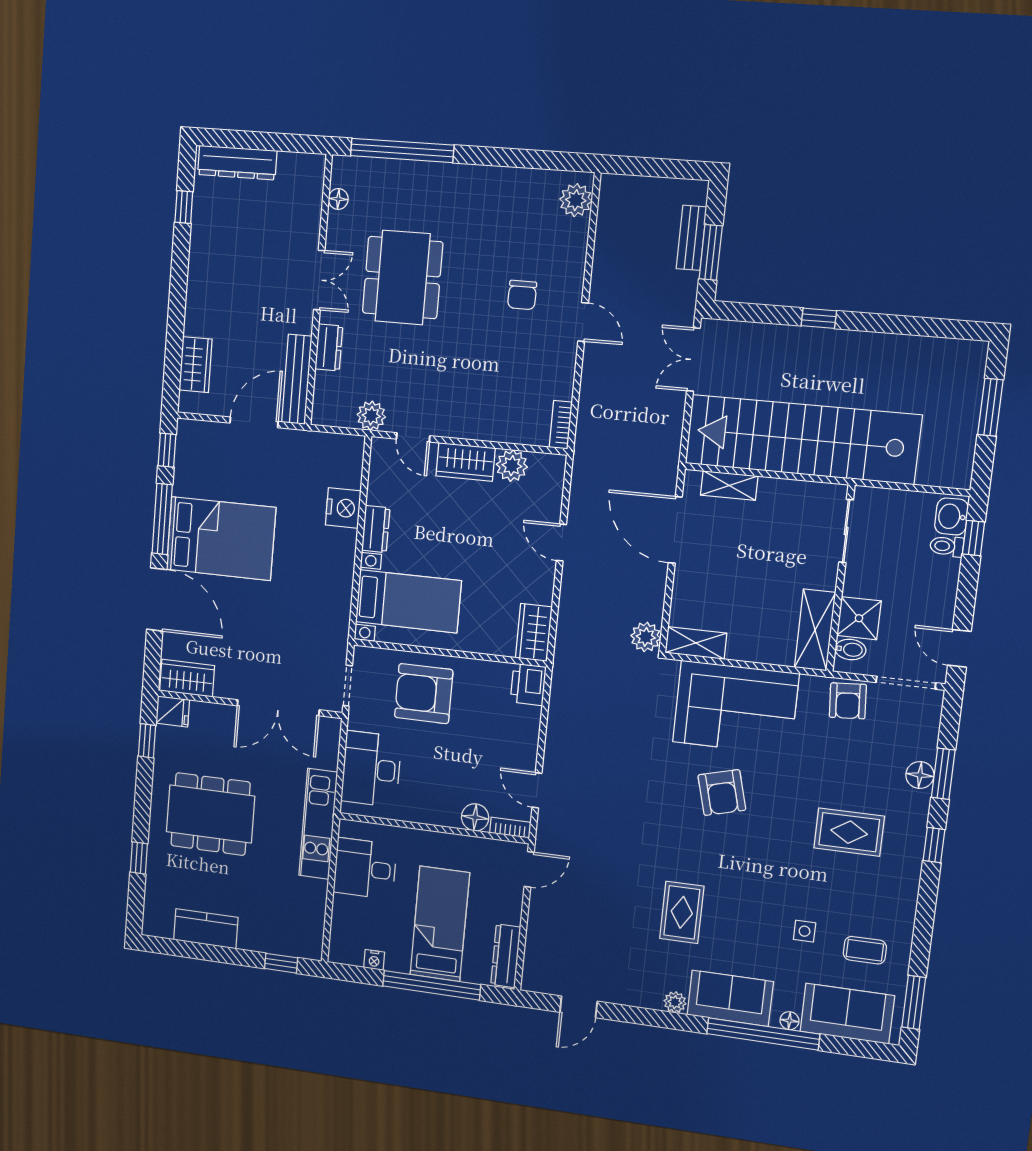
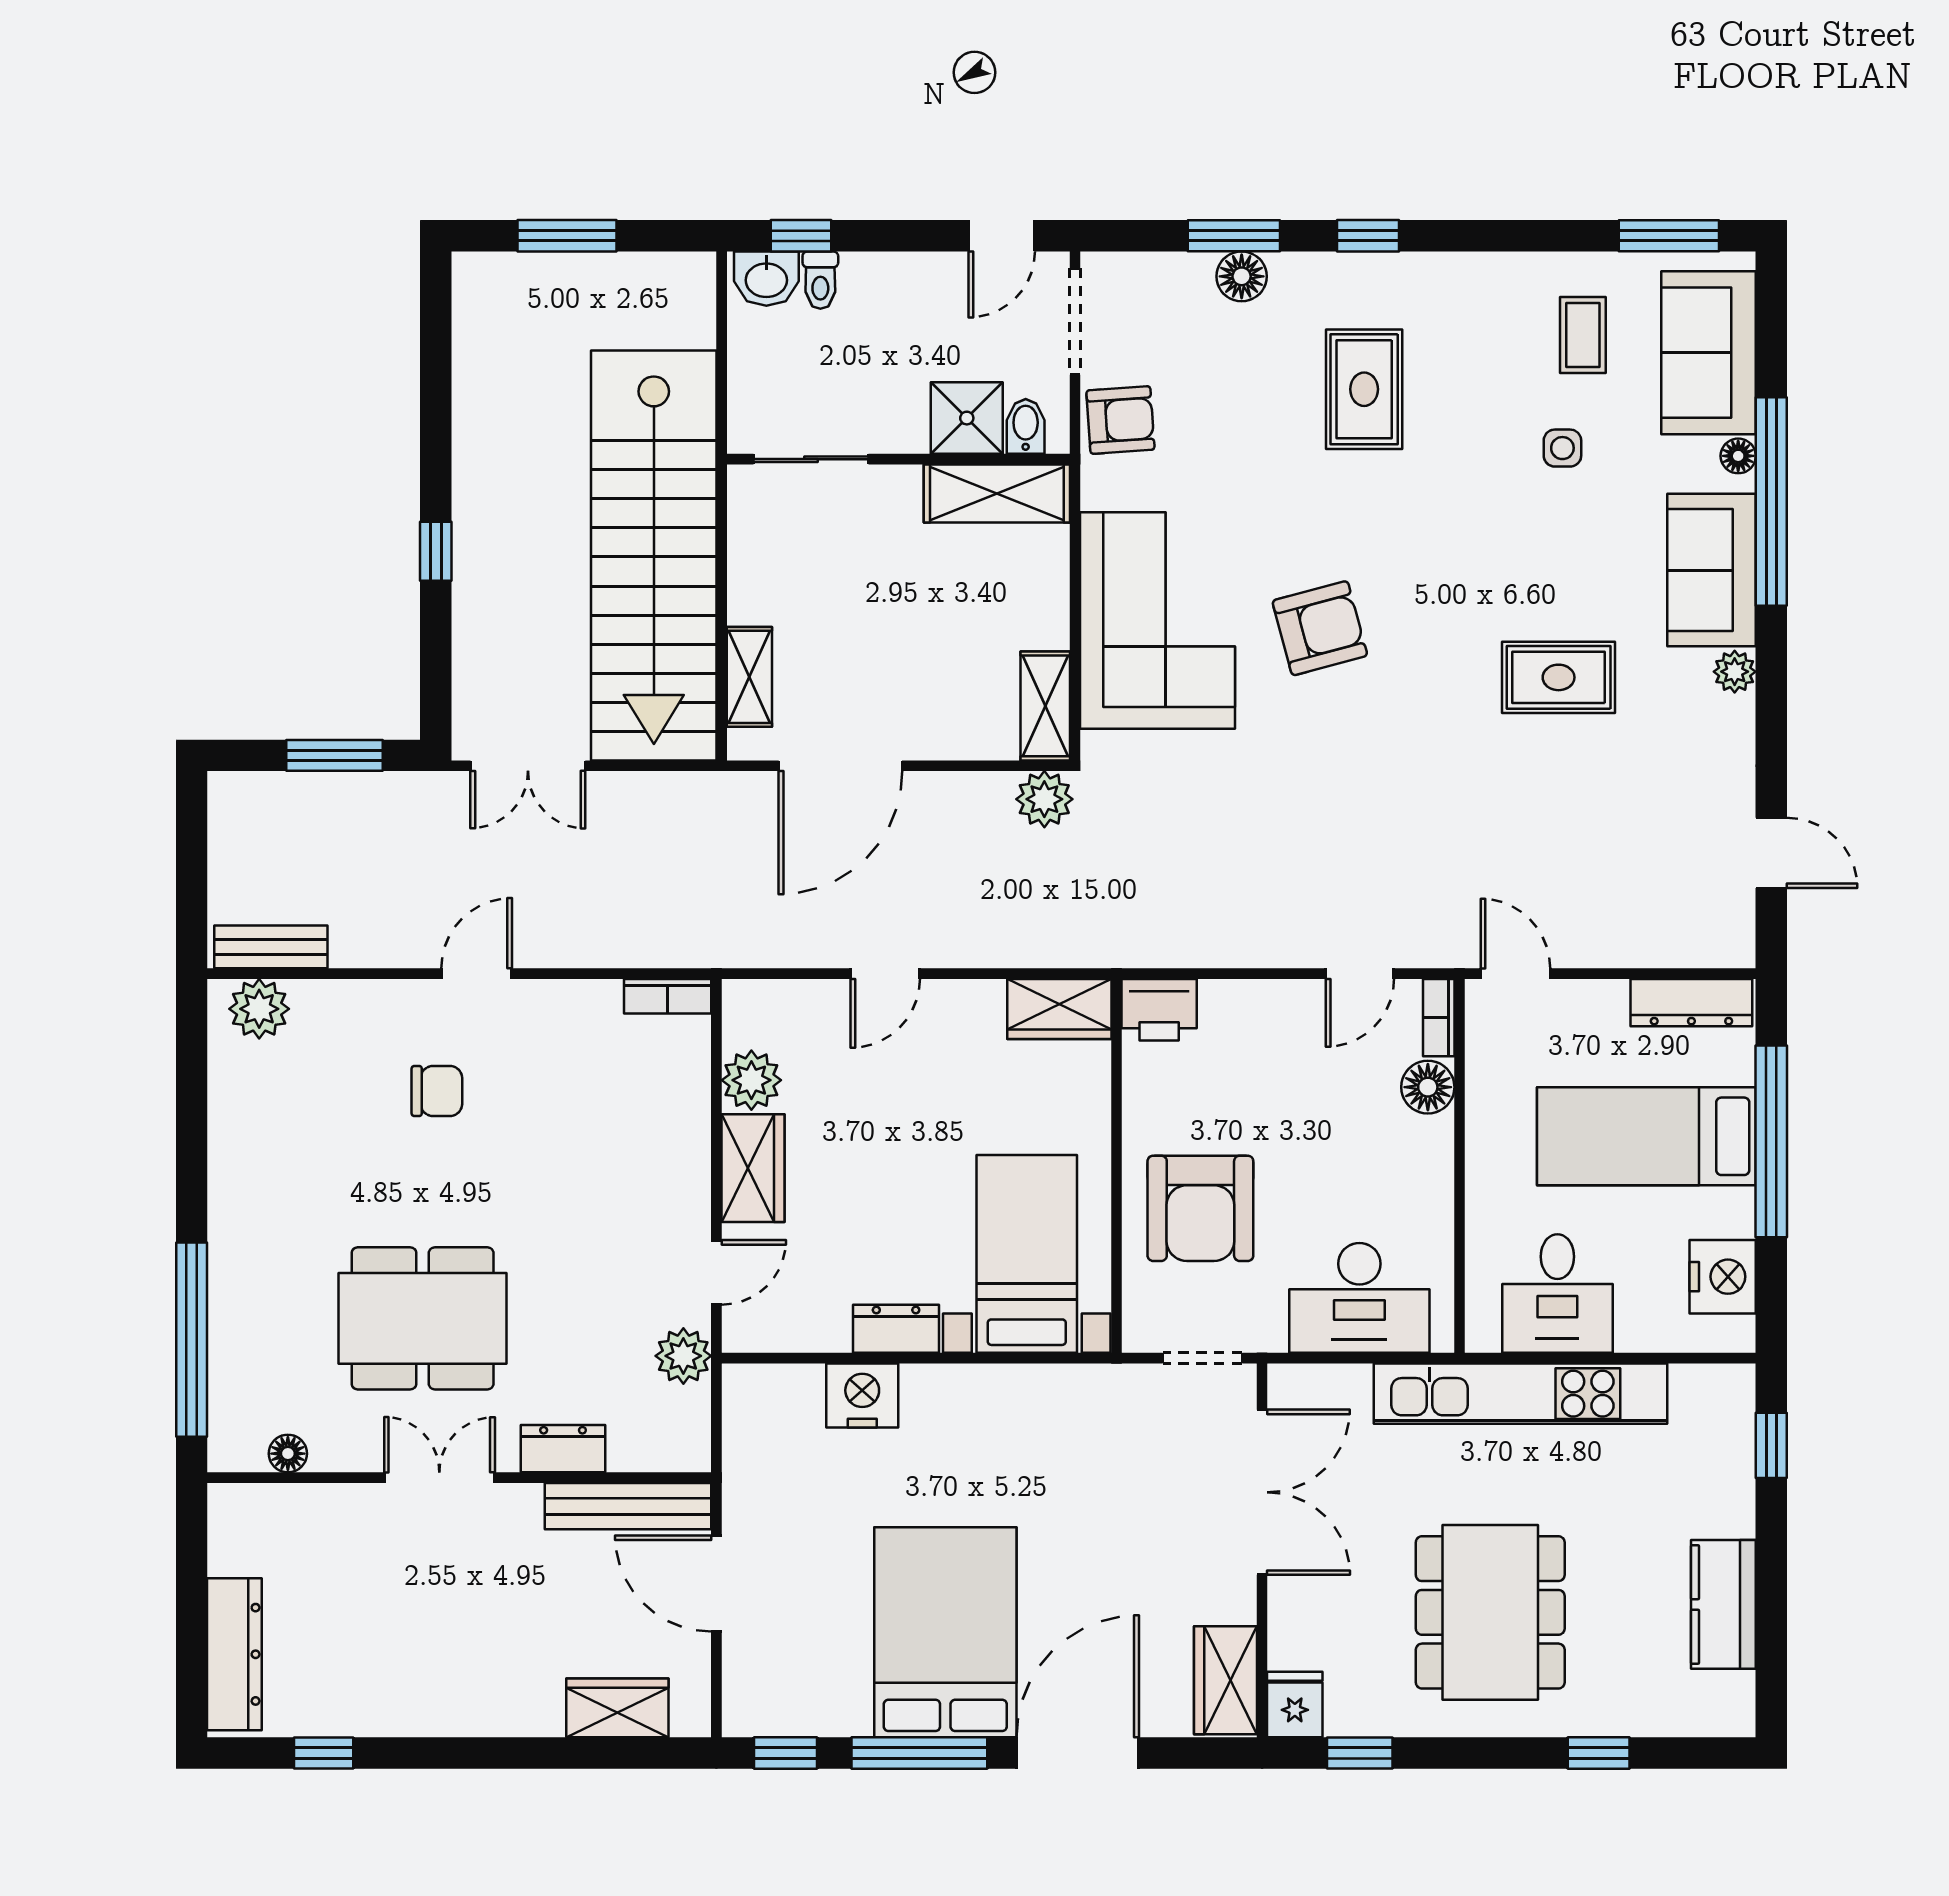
bench: (691, 238) -> (271, 947), moved
kitchen unit: (318, 824) -> (1520, 1394), width x1.36
nightstand: (374, 960) -> (1723, 1277), width x1.89, depth x1.79

